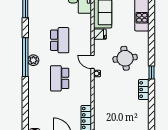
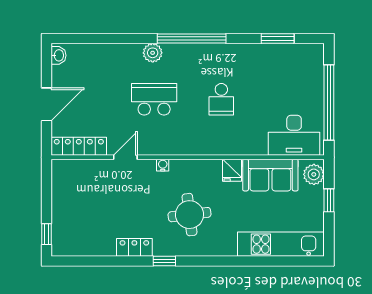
school desk: (60, 40) -> (221, 99), width x0.54
plant: (33, 60) -> (153, 53), moved
door: (93, 62) -> (125, 157), moved

